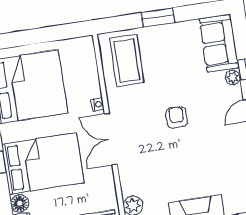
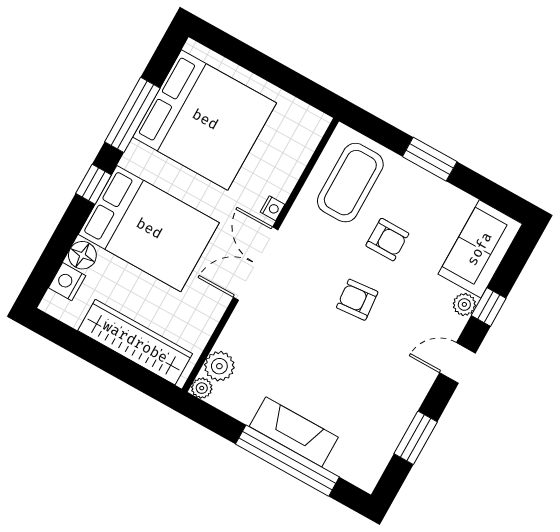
armchair: (168, 75) -> (387, 240), added
armchair: (177, 117) -> (357, 300), turned -95

